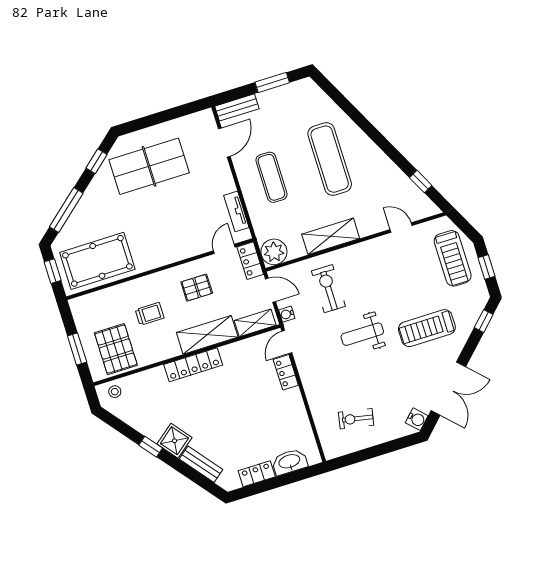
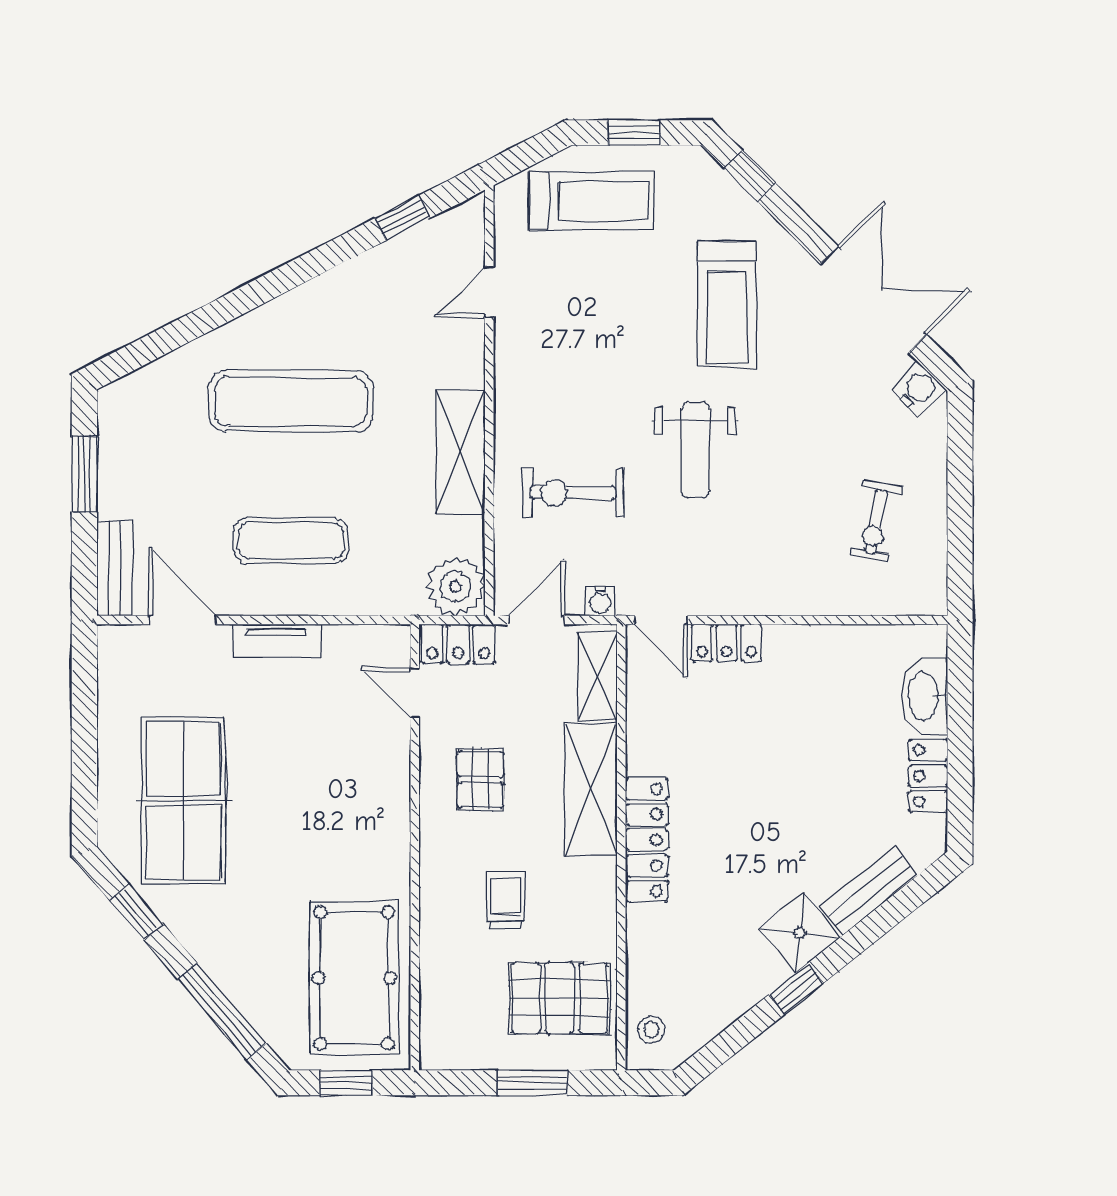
tv unit: (236, 211) -> (277, 641), moved

